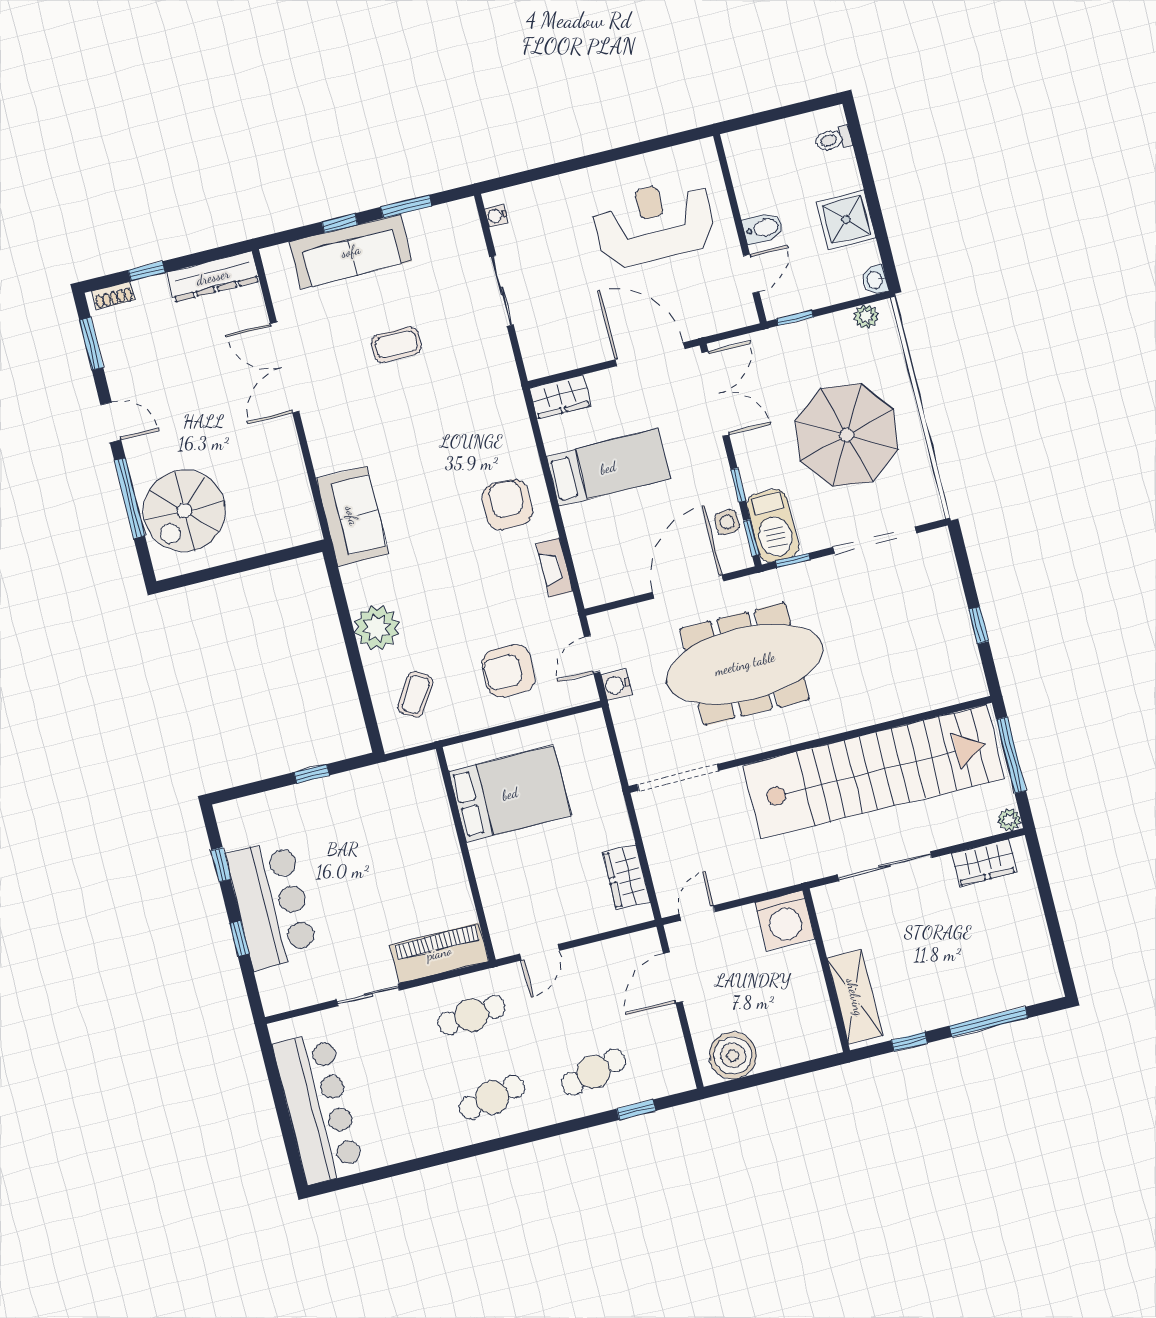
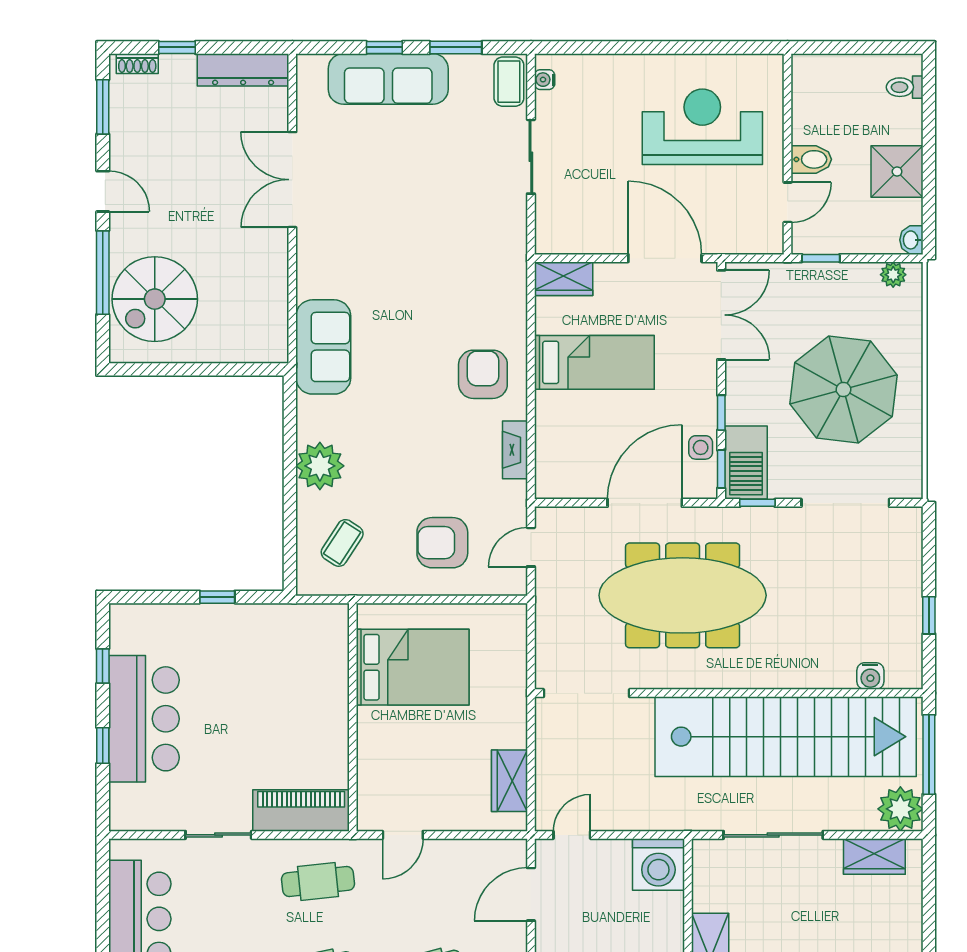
coffee table: (396, 344) -> (509, 82), moved, turned 90
water cooler: (617, 685) -> (870, 676), moved, turned -90
plant: (1009, 820) -> (900, 809), width x1.87, depth x1.87

